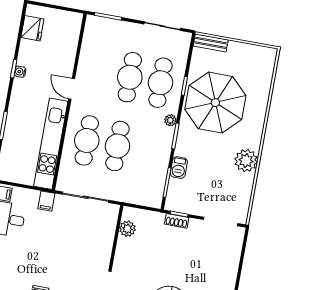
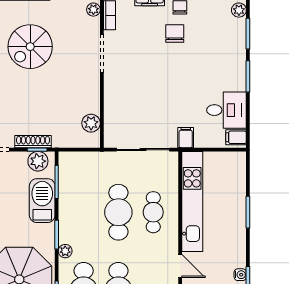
cafe table: (87, 140) -> (153, 212), width x0.73, depth x0.74
barbecue: (179, 168) -> (42, 201), width x1.88, depth x1.53
plant: (180, 204) -> (38, 161), added
shoe rack: (177, 221) -> (33, 142), width x1.43

